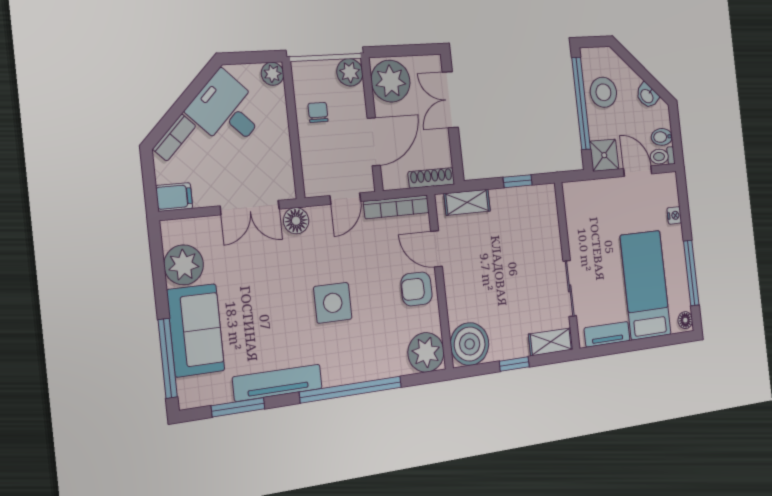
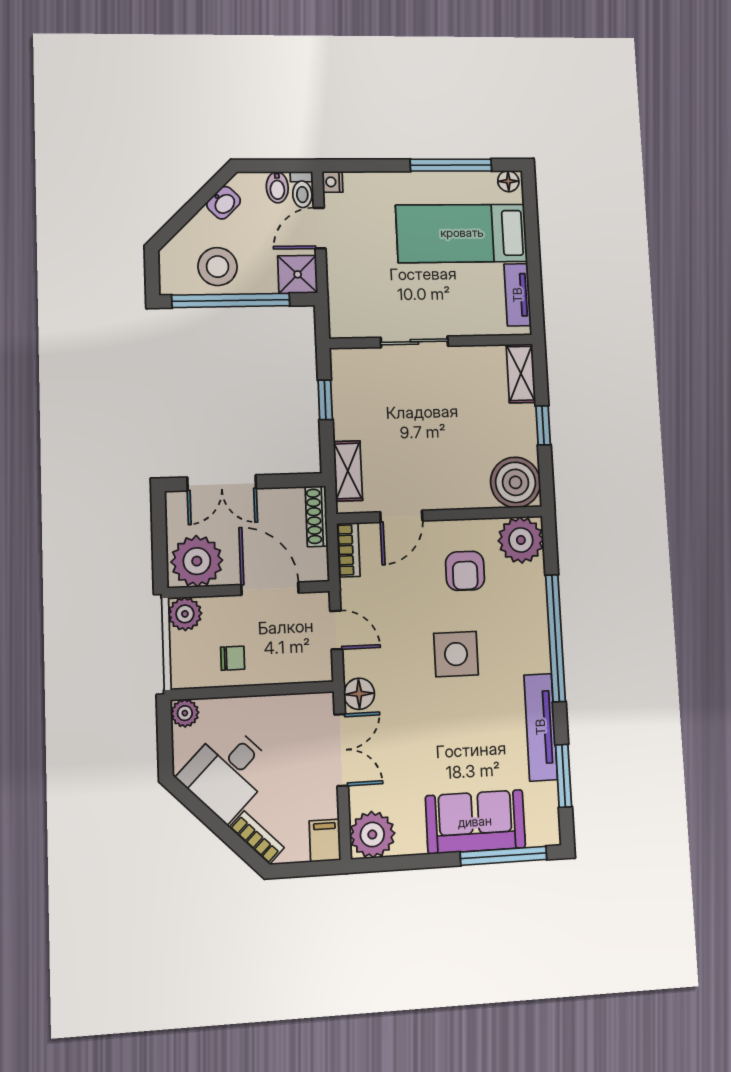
chair: (318, 112) -> (233, 658), turned 180
bookcase: (396, 207) -> (348, 550), width x0.64
nightstand: (674, 215) -> (332, 182), moved, turned -90
plant: (184, 265) -> (372, 835), moved
sliding door: (570, 288) -> (414, 342), moved
armchair: (417, 289) -> (465, 571), moved

